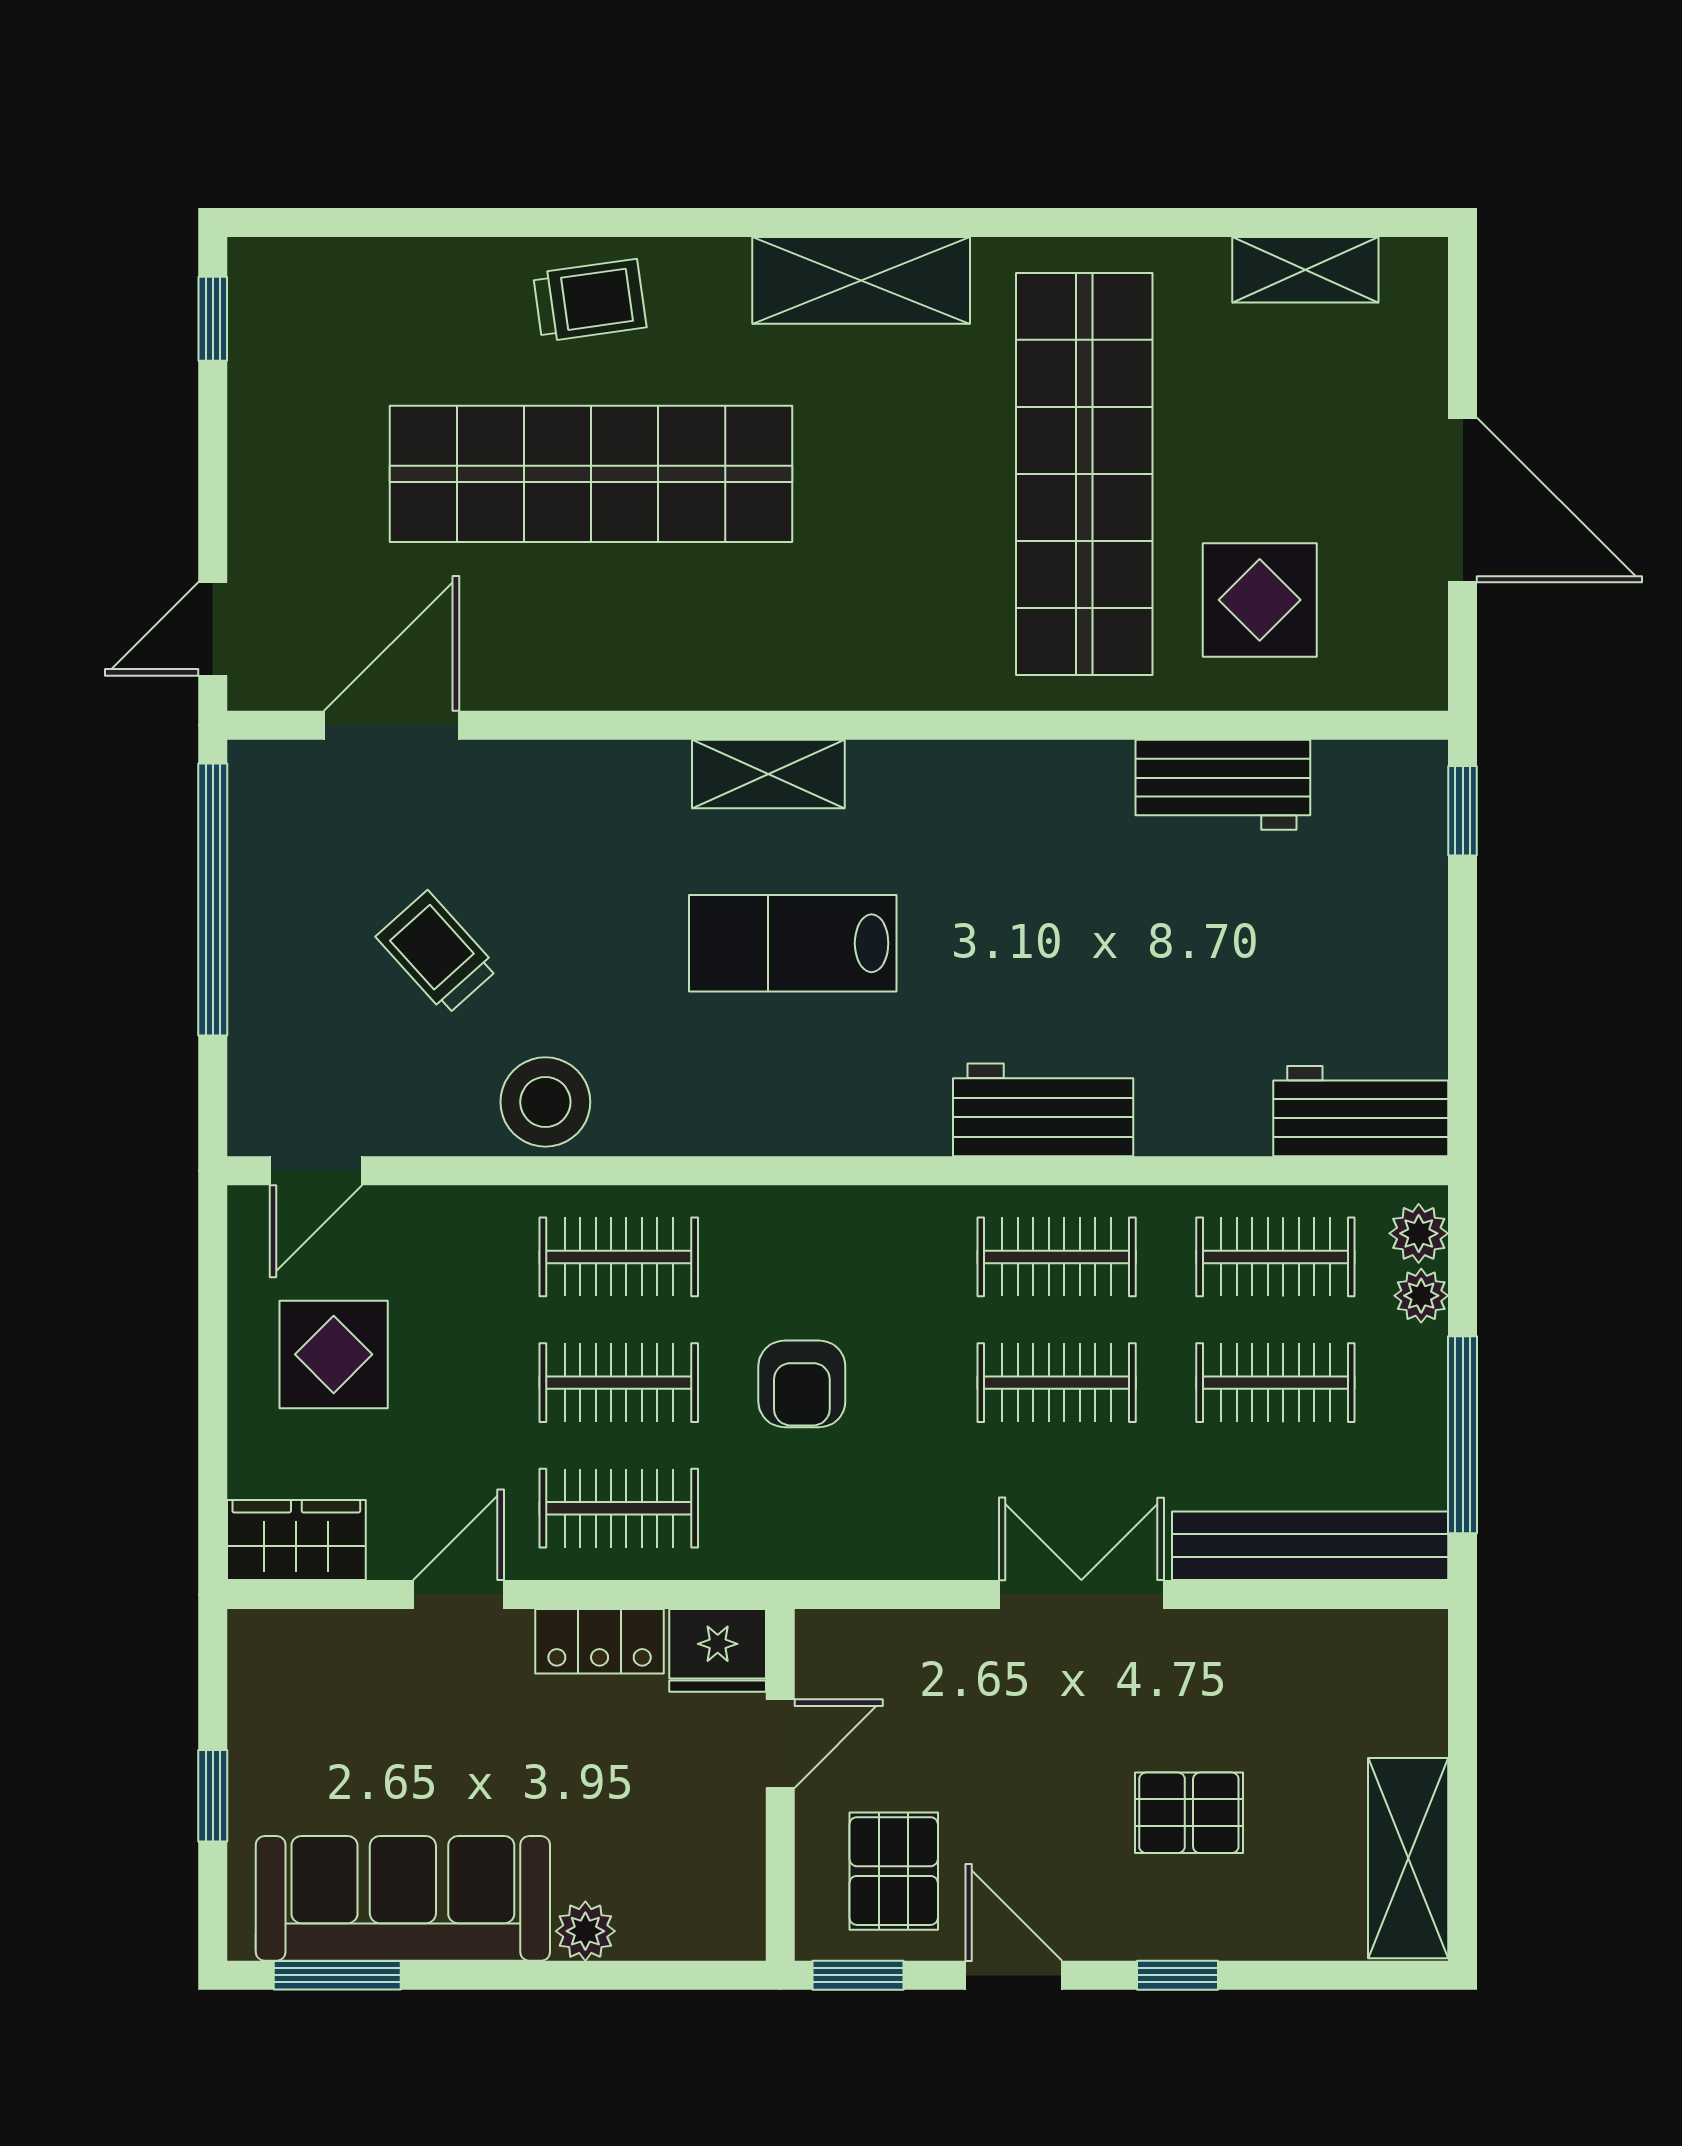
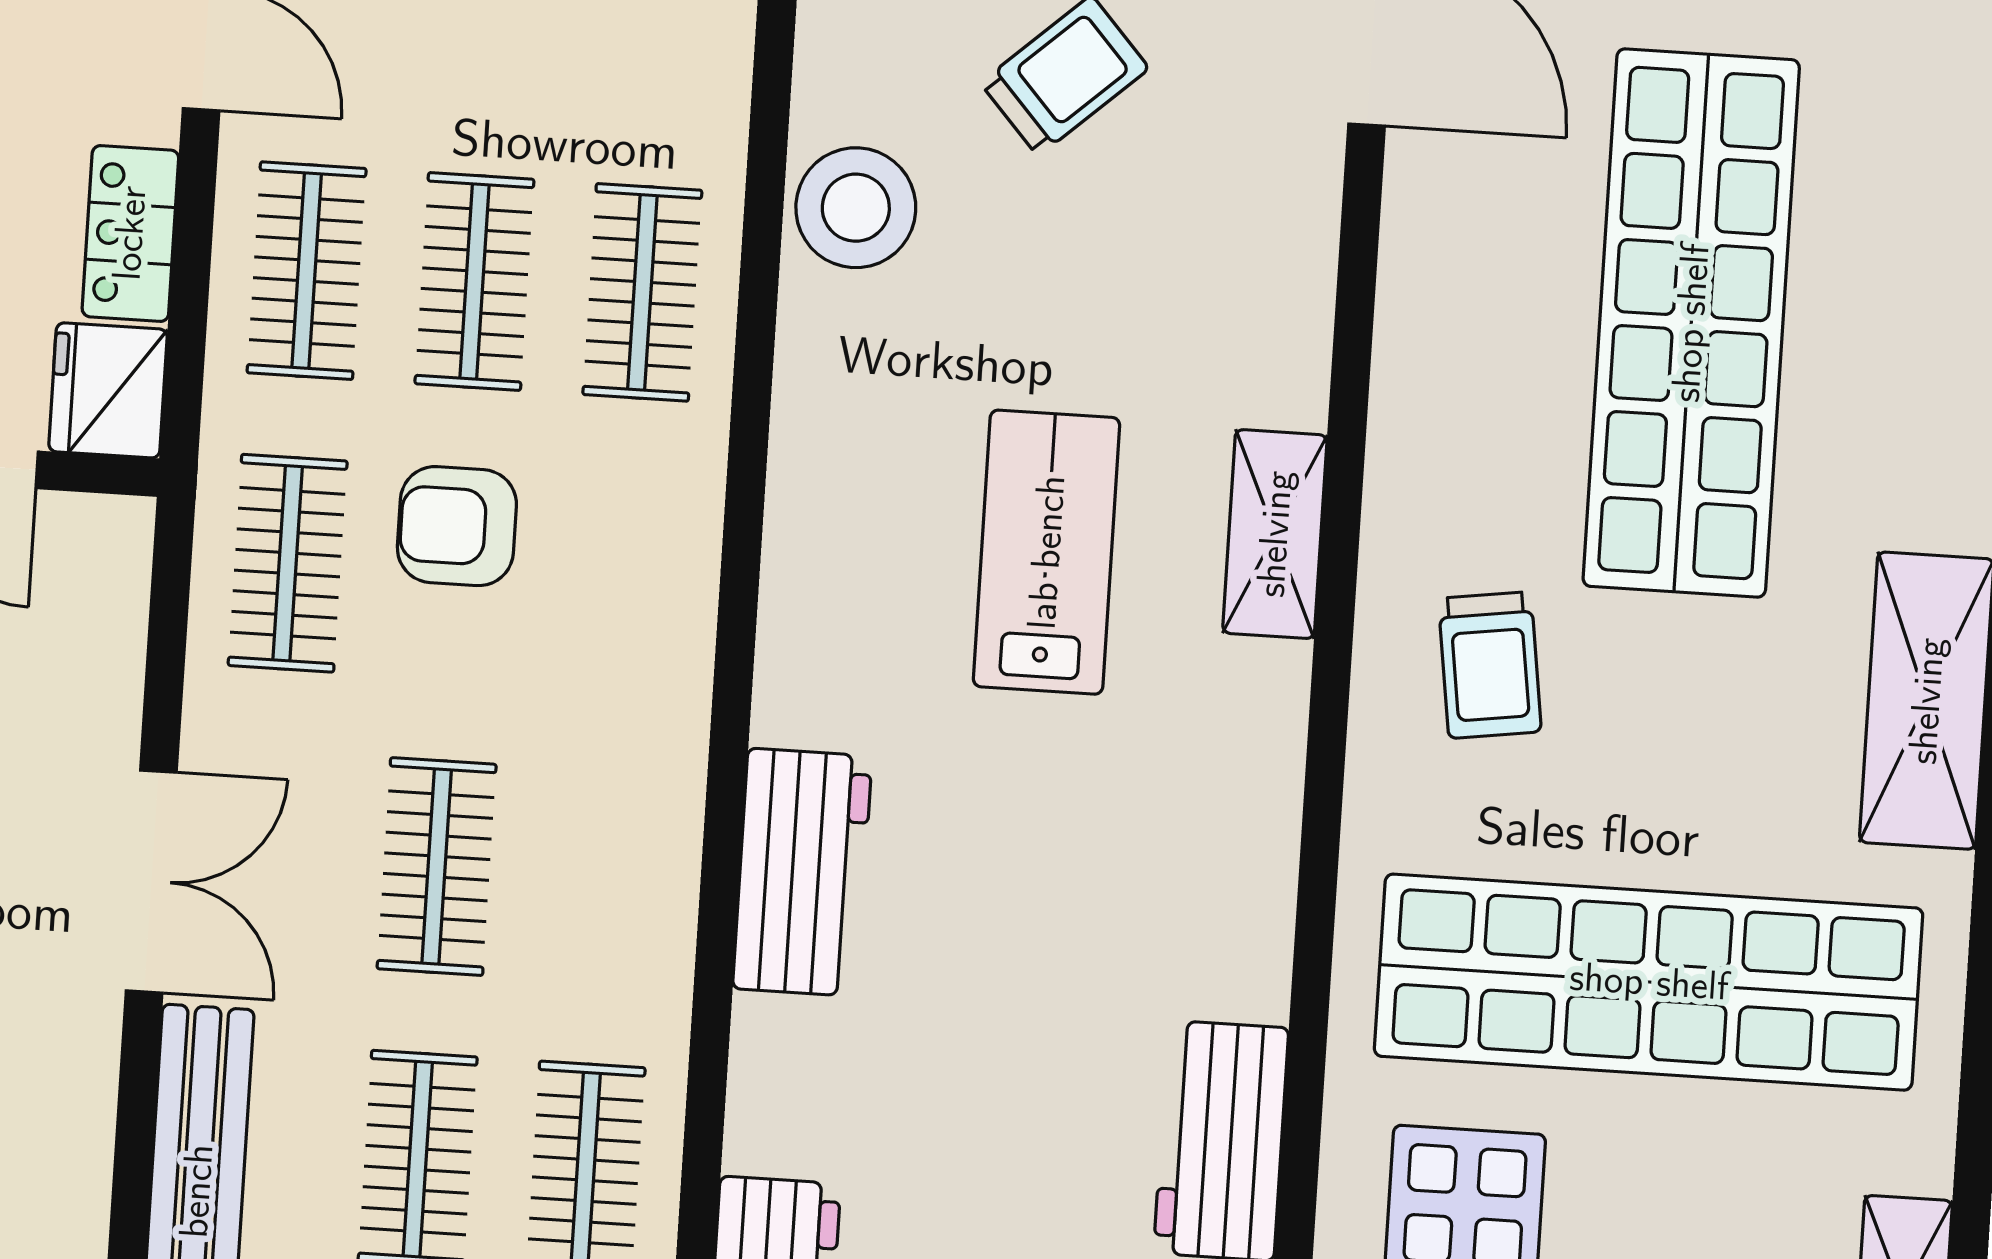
trolley: (590, 300) -> (1490, 665), moved
clothes rail: (1057, 1257) -> (288, 563), moved

